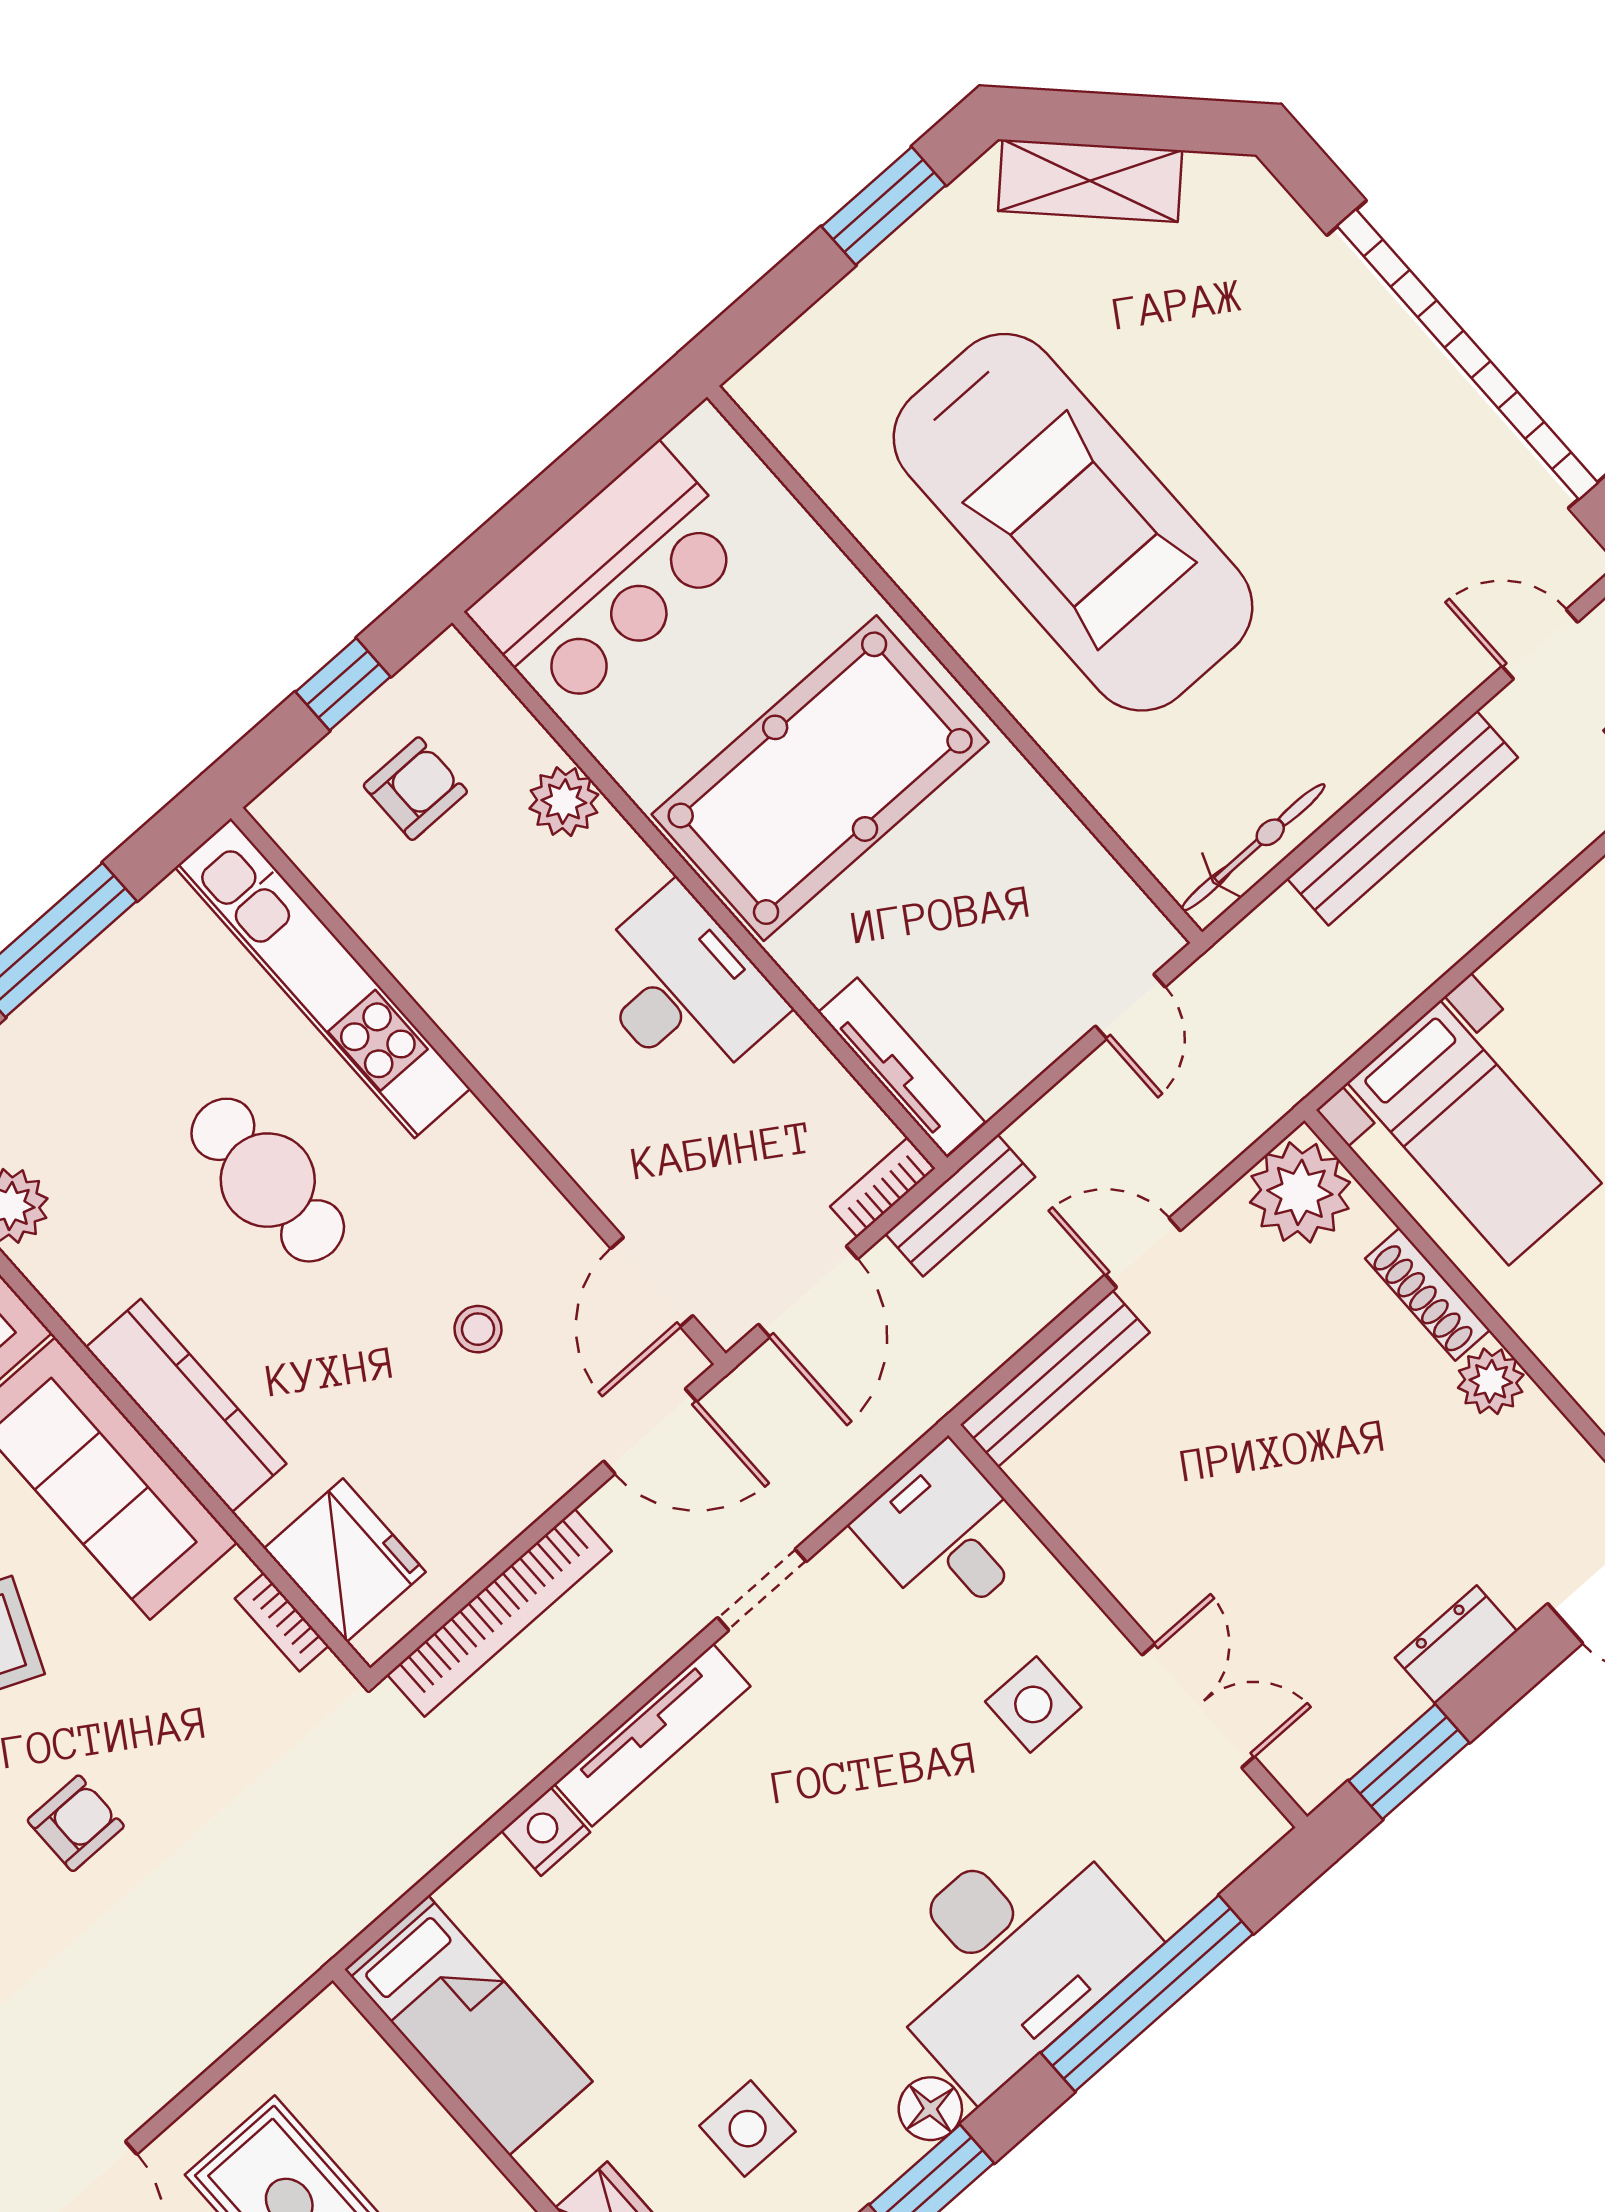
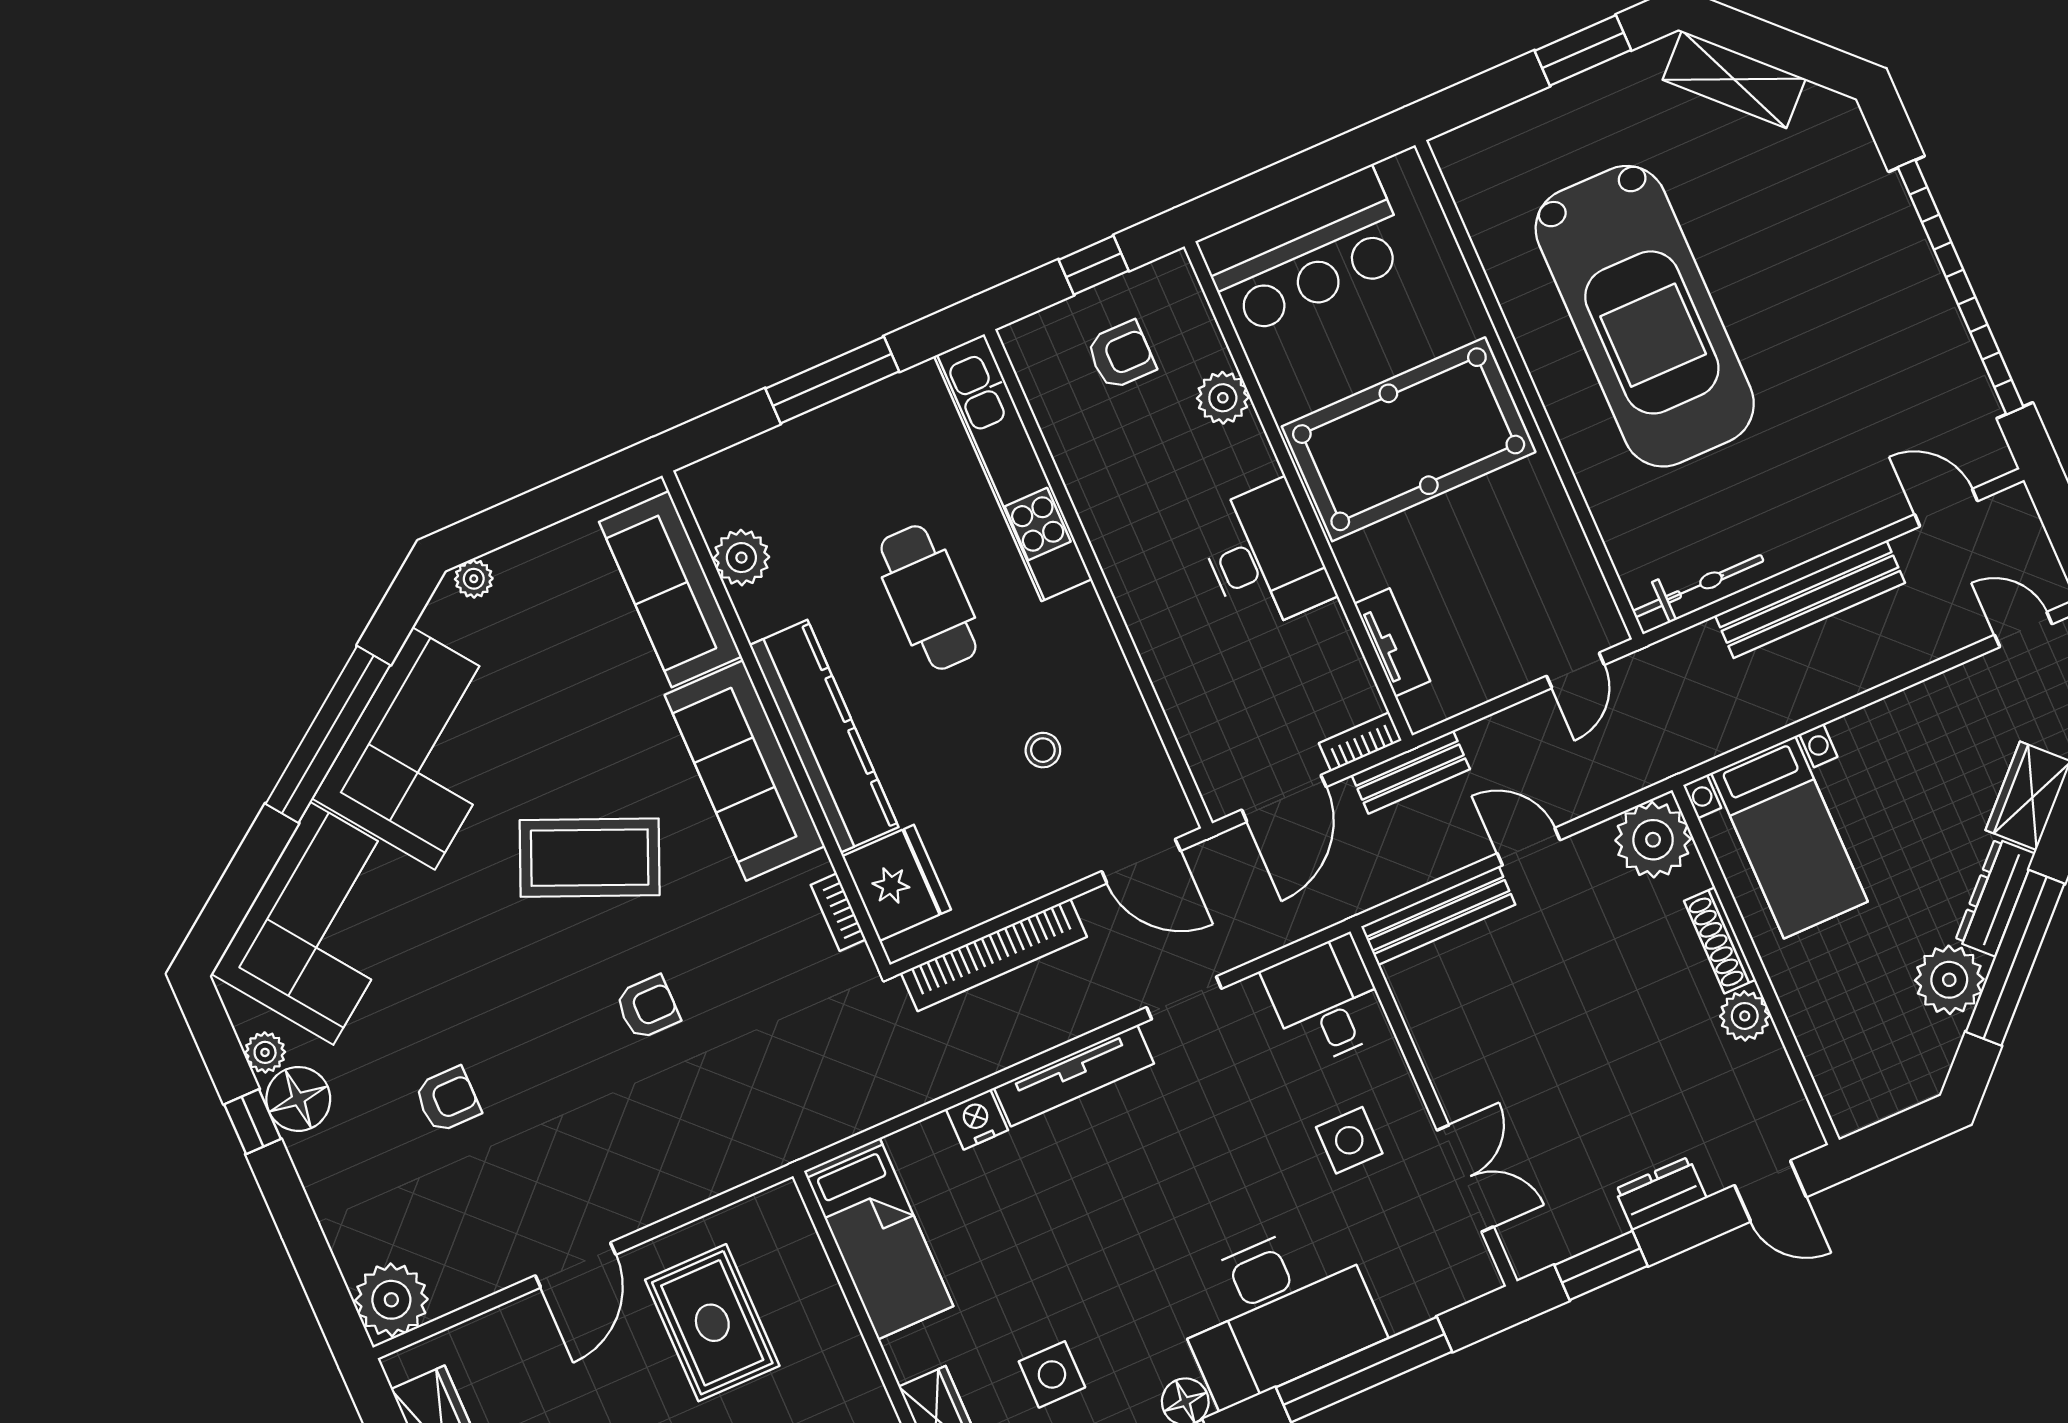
tv unit: (902, 1067) -> (1392, 642), width x0.71
door: (652, 1282) -> (1176, 756), removed
kitchen counter: (186, 1406) -> (824, 736), width x1.39, depth x1.17

